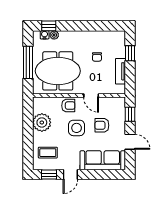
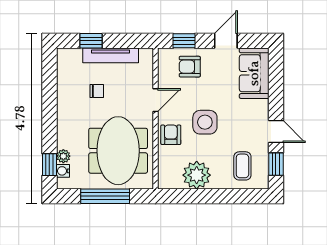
tv unit: (120, 71) -> (111, 55), width x1.41
armchair: (102, 125) -> (190, 67), moved, turned 90
sofa: (103, 160) -> (254, 73), width x0.73

